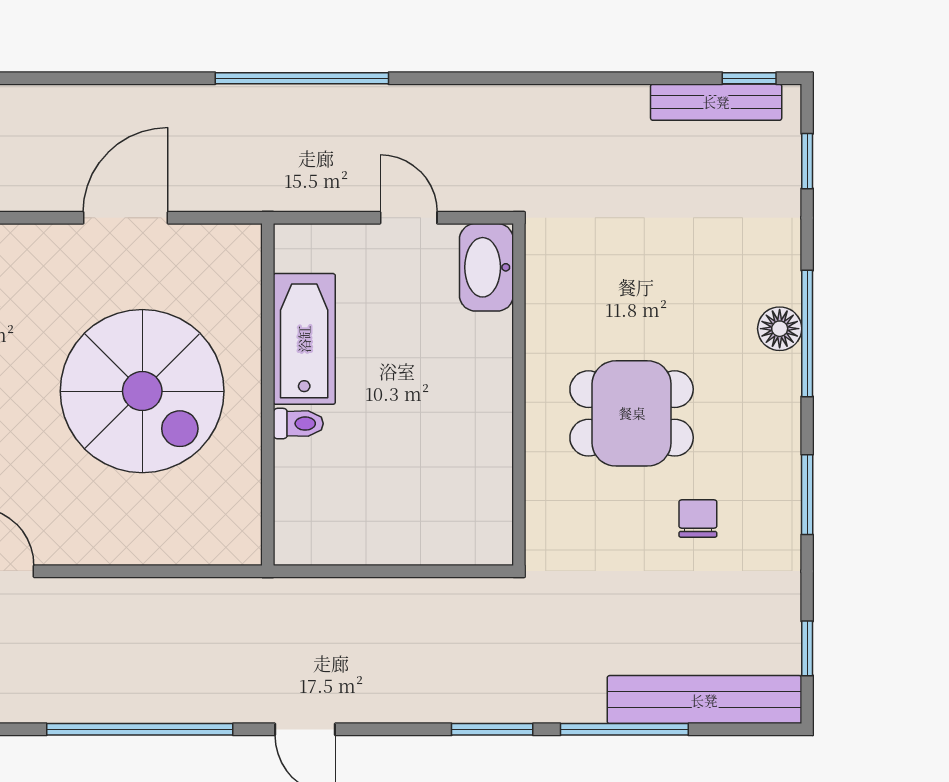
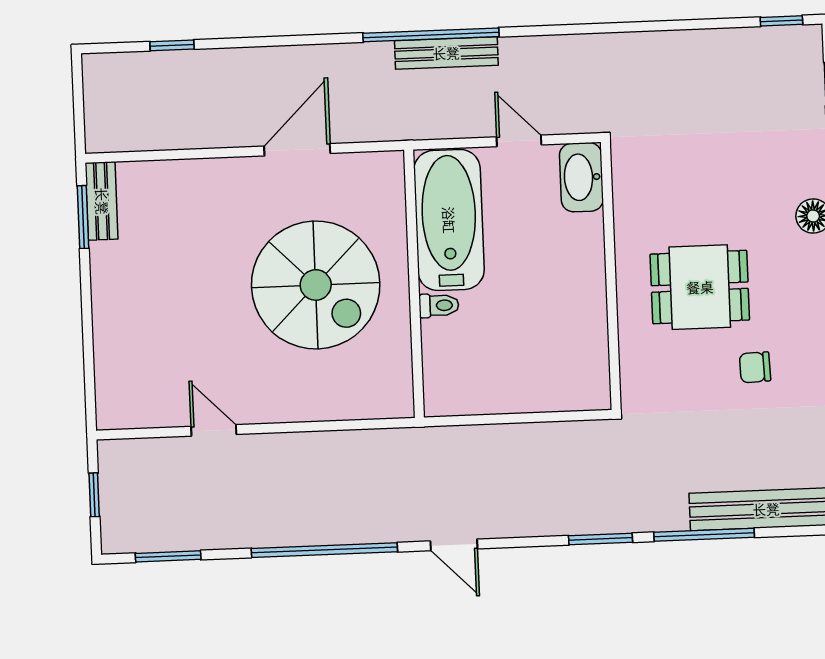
bench: (716, 102) -> (446, 53), moved
bathtub: (304, 339) -> (449, 220), width x1.36, depth x1.36
chair: (698, 519) -> (755, 367), turned -92

